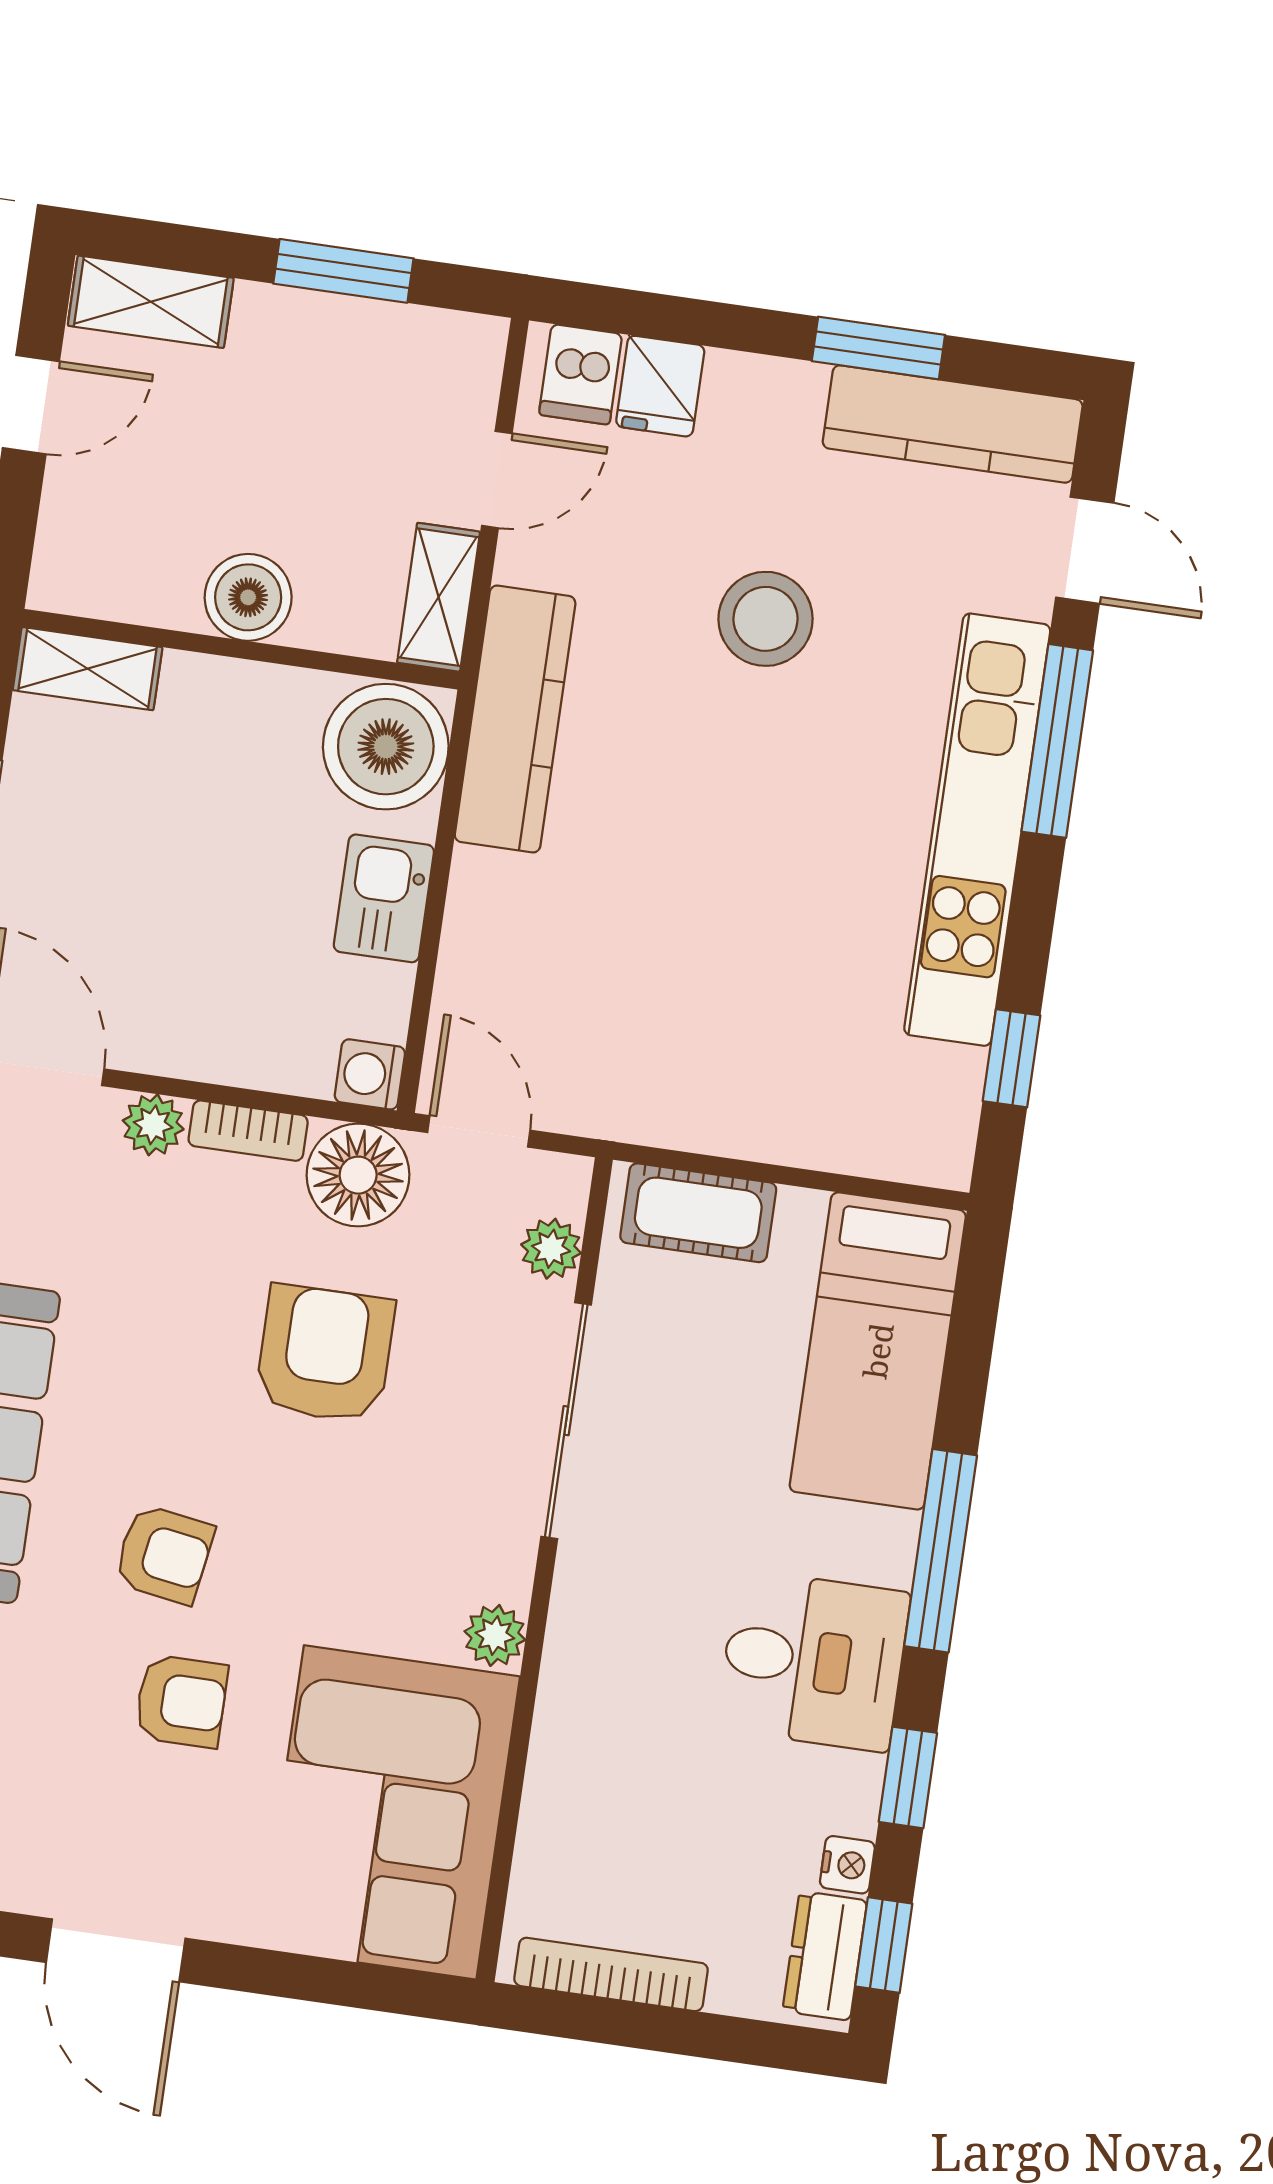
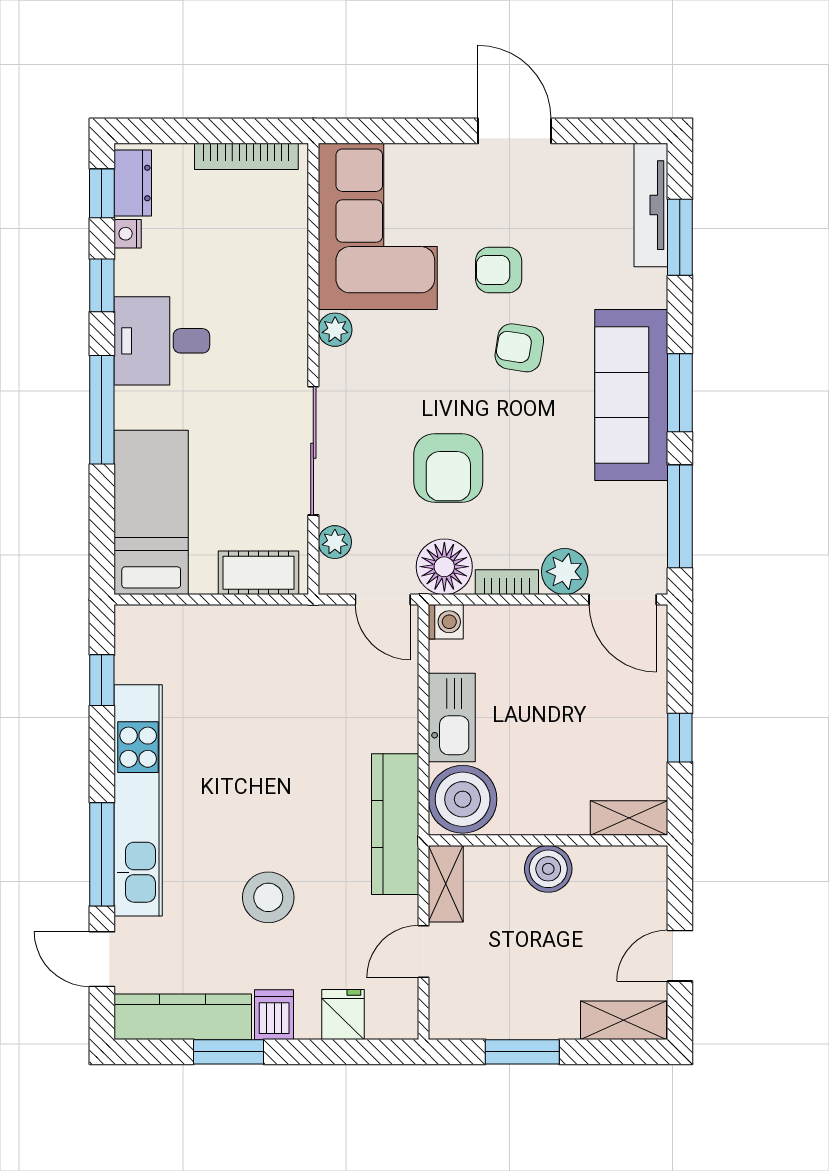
dishwasher: (581, 374) -> (274, 1015), moved
kitchen sink: (384, 898) -> (452, 717), width x1.38
plant: (153, 1125) -> (565, 572), width x1.38, depth x1.38

